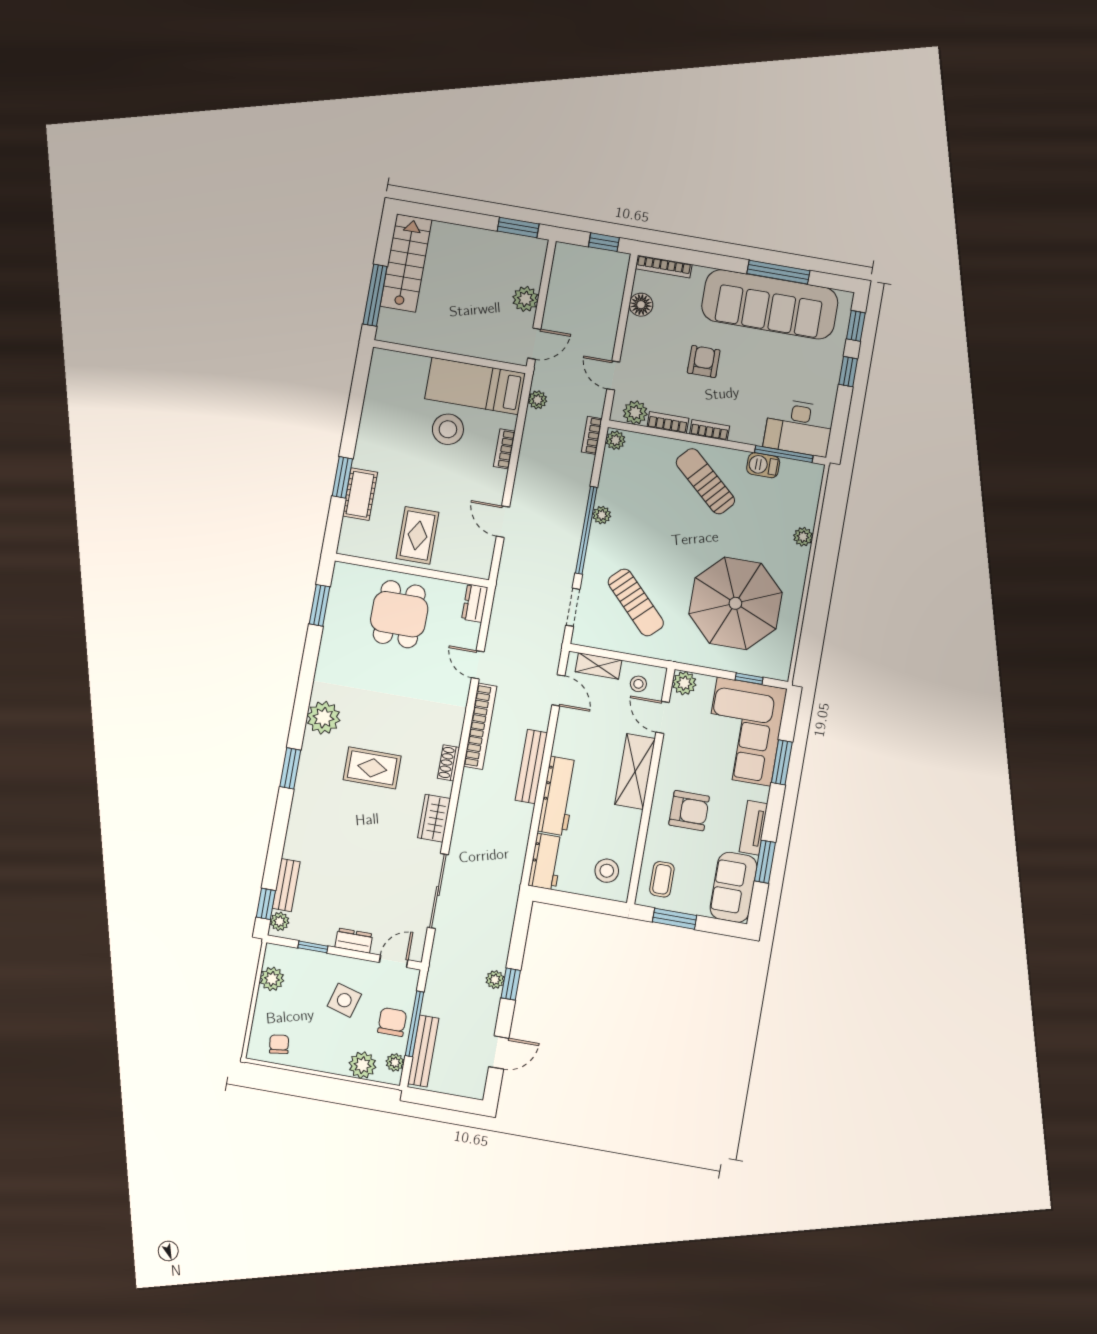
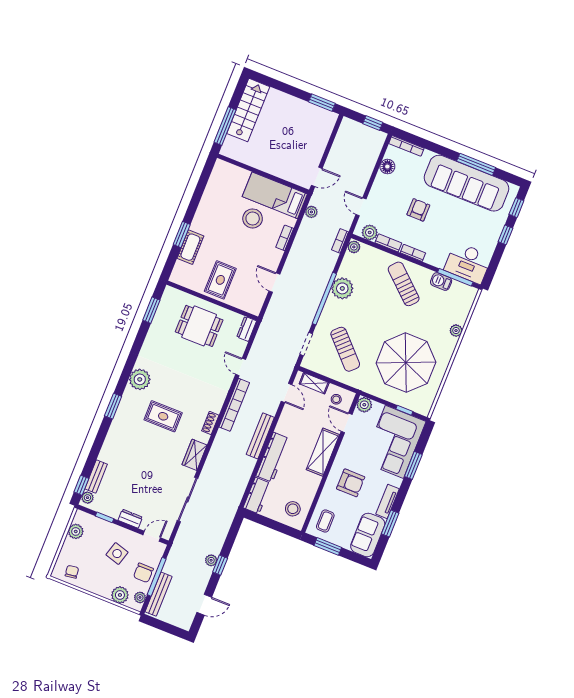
plant: (525, 299) -> (317, 148), removed
plant: (602, 515) -> (342, 288), width x1.88, depth x1.88
dining table: (399, 614) -> (199, 326), turned 90
chair: (392, 1022) -> (143, 573), turned 180

